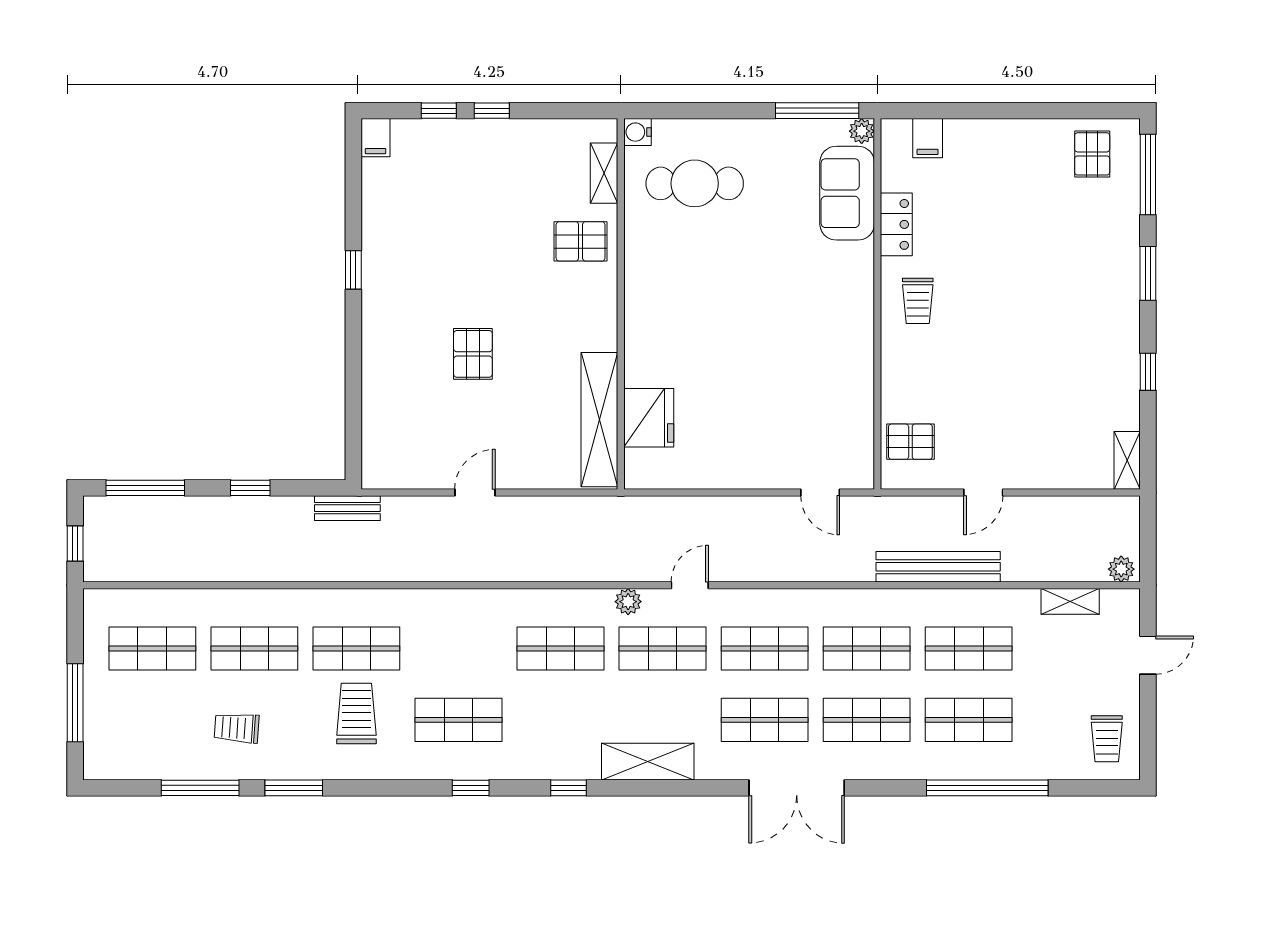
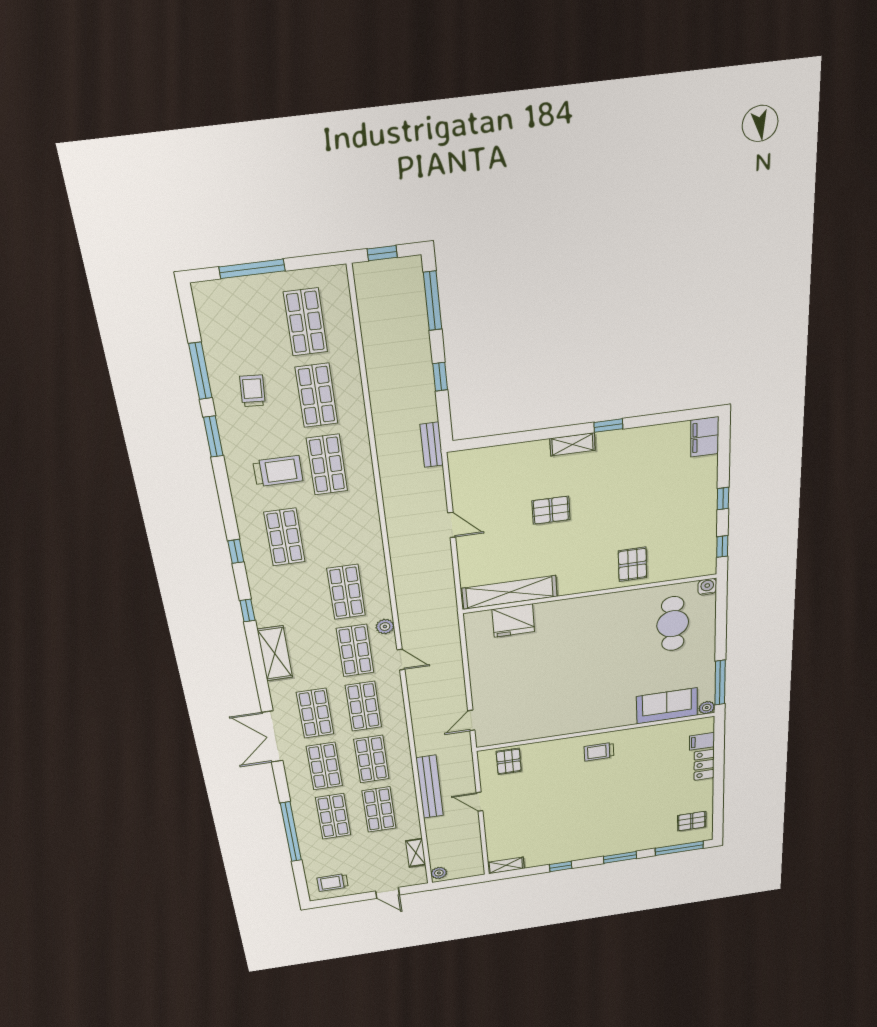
window: (439, 111) -> (722, 547), moved
filing cabinet: (376, 138) -> (705, 437), width x2.00
shelving: (604, 173) -> (572, 444), moved
locker: (896, 224) -> (704, 765), moved, turned 90

